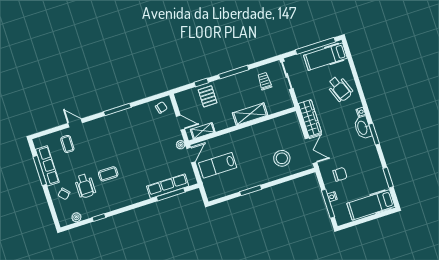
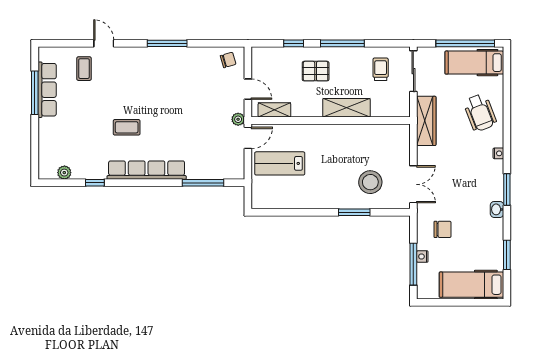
pallet: (208, 96) -> (316, 71), moved, turned 90
wardrobe: (310, 118) -> (426, 121), moved
washbasin: (363, 128) -> (497, 209), moved, width x0.52, depth x0.69
wheelchair: (85, 186) -> (90, 133), removed
row of seats: (168, 186) -> (147, 170), moved, width x1.36
window: (251, 190) -> (354, 212), moved
chair: (64, 194) -> (58, 135), removed

